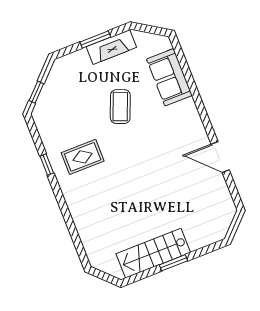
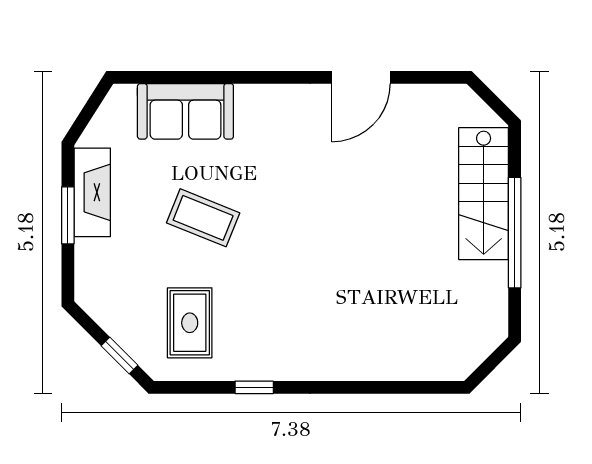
rug: (83, 157) -> (190, 323), moved
stairs: (153, 253) -> (484, 194), moved
window: (173, 263) -> (515, 233), width x2.11

